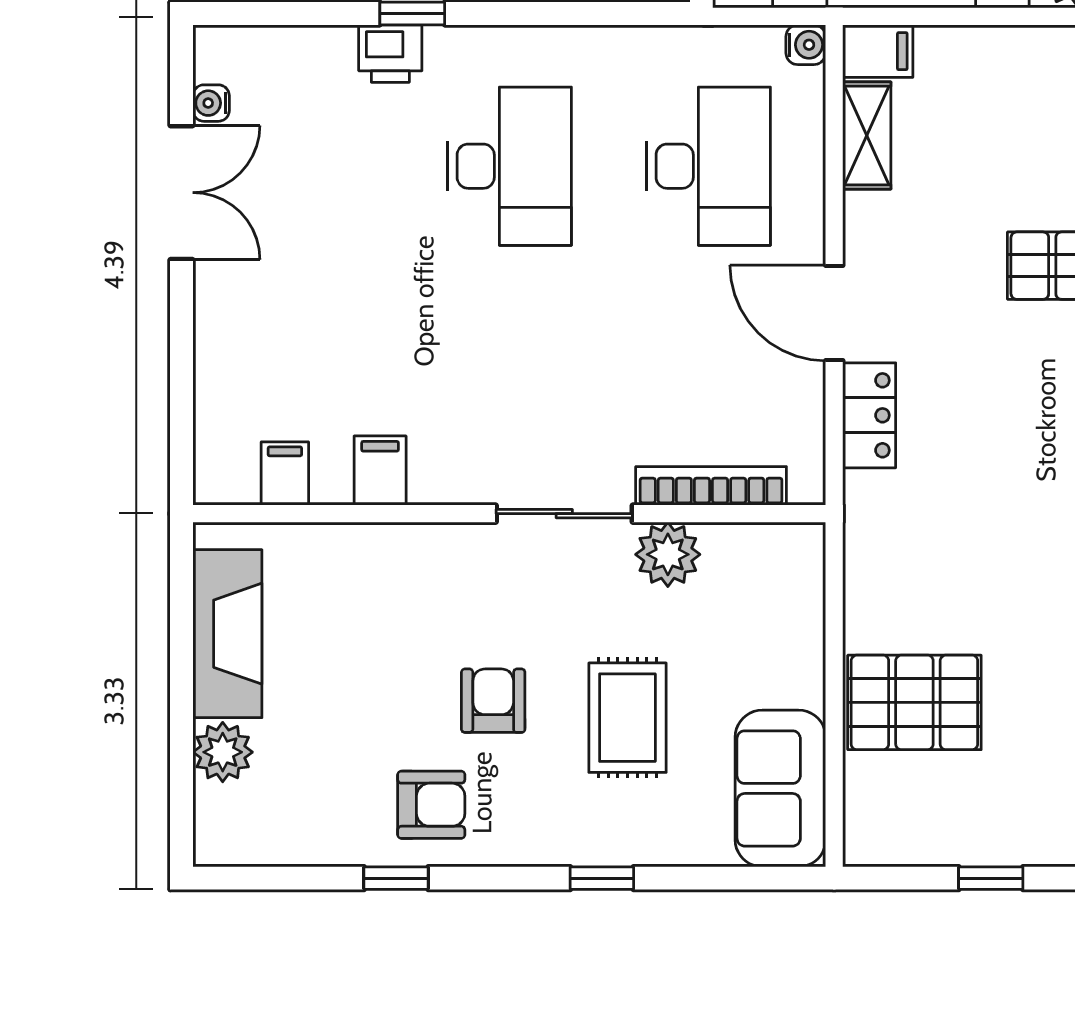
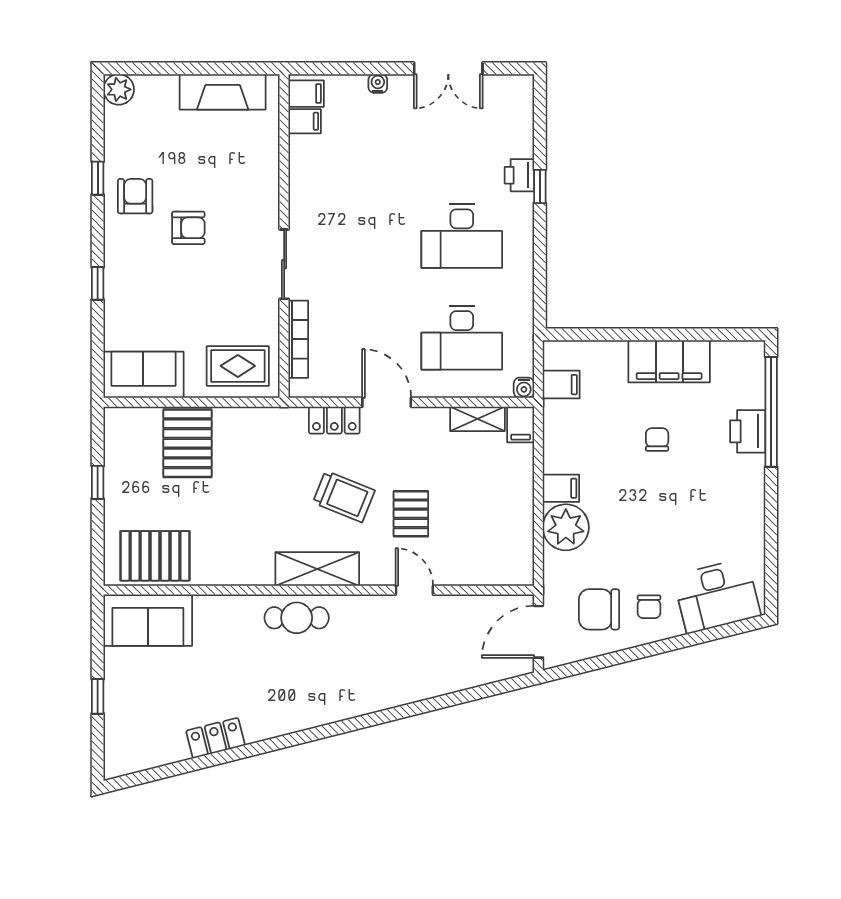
water cooler: (211, 103) -> (378, 84), moved
door: (834, 313) -> (387, 402), hinge flipped
trolley: (1018, 397) -> (344, 497), added
filing cabinet: (380, 471) -> (306, 94), moved
plant: (668, 554) -> (263, 317), removed
rug: (627, 718) -> (238, 366), moved
plant: (223, 752) -> (119, 89), moved
armchair: (431, 805) -> (135, 196), turned 180

